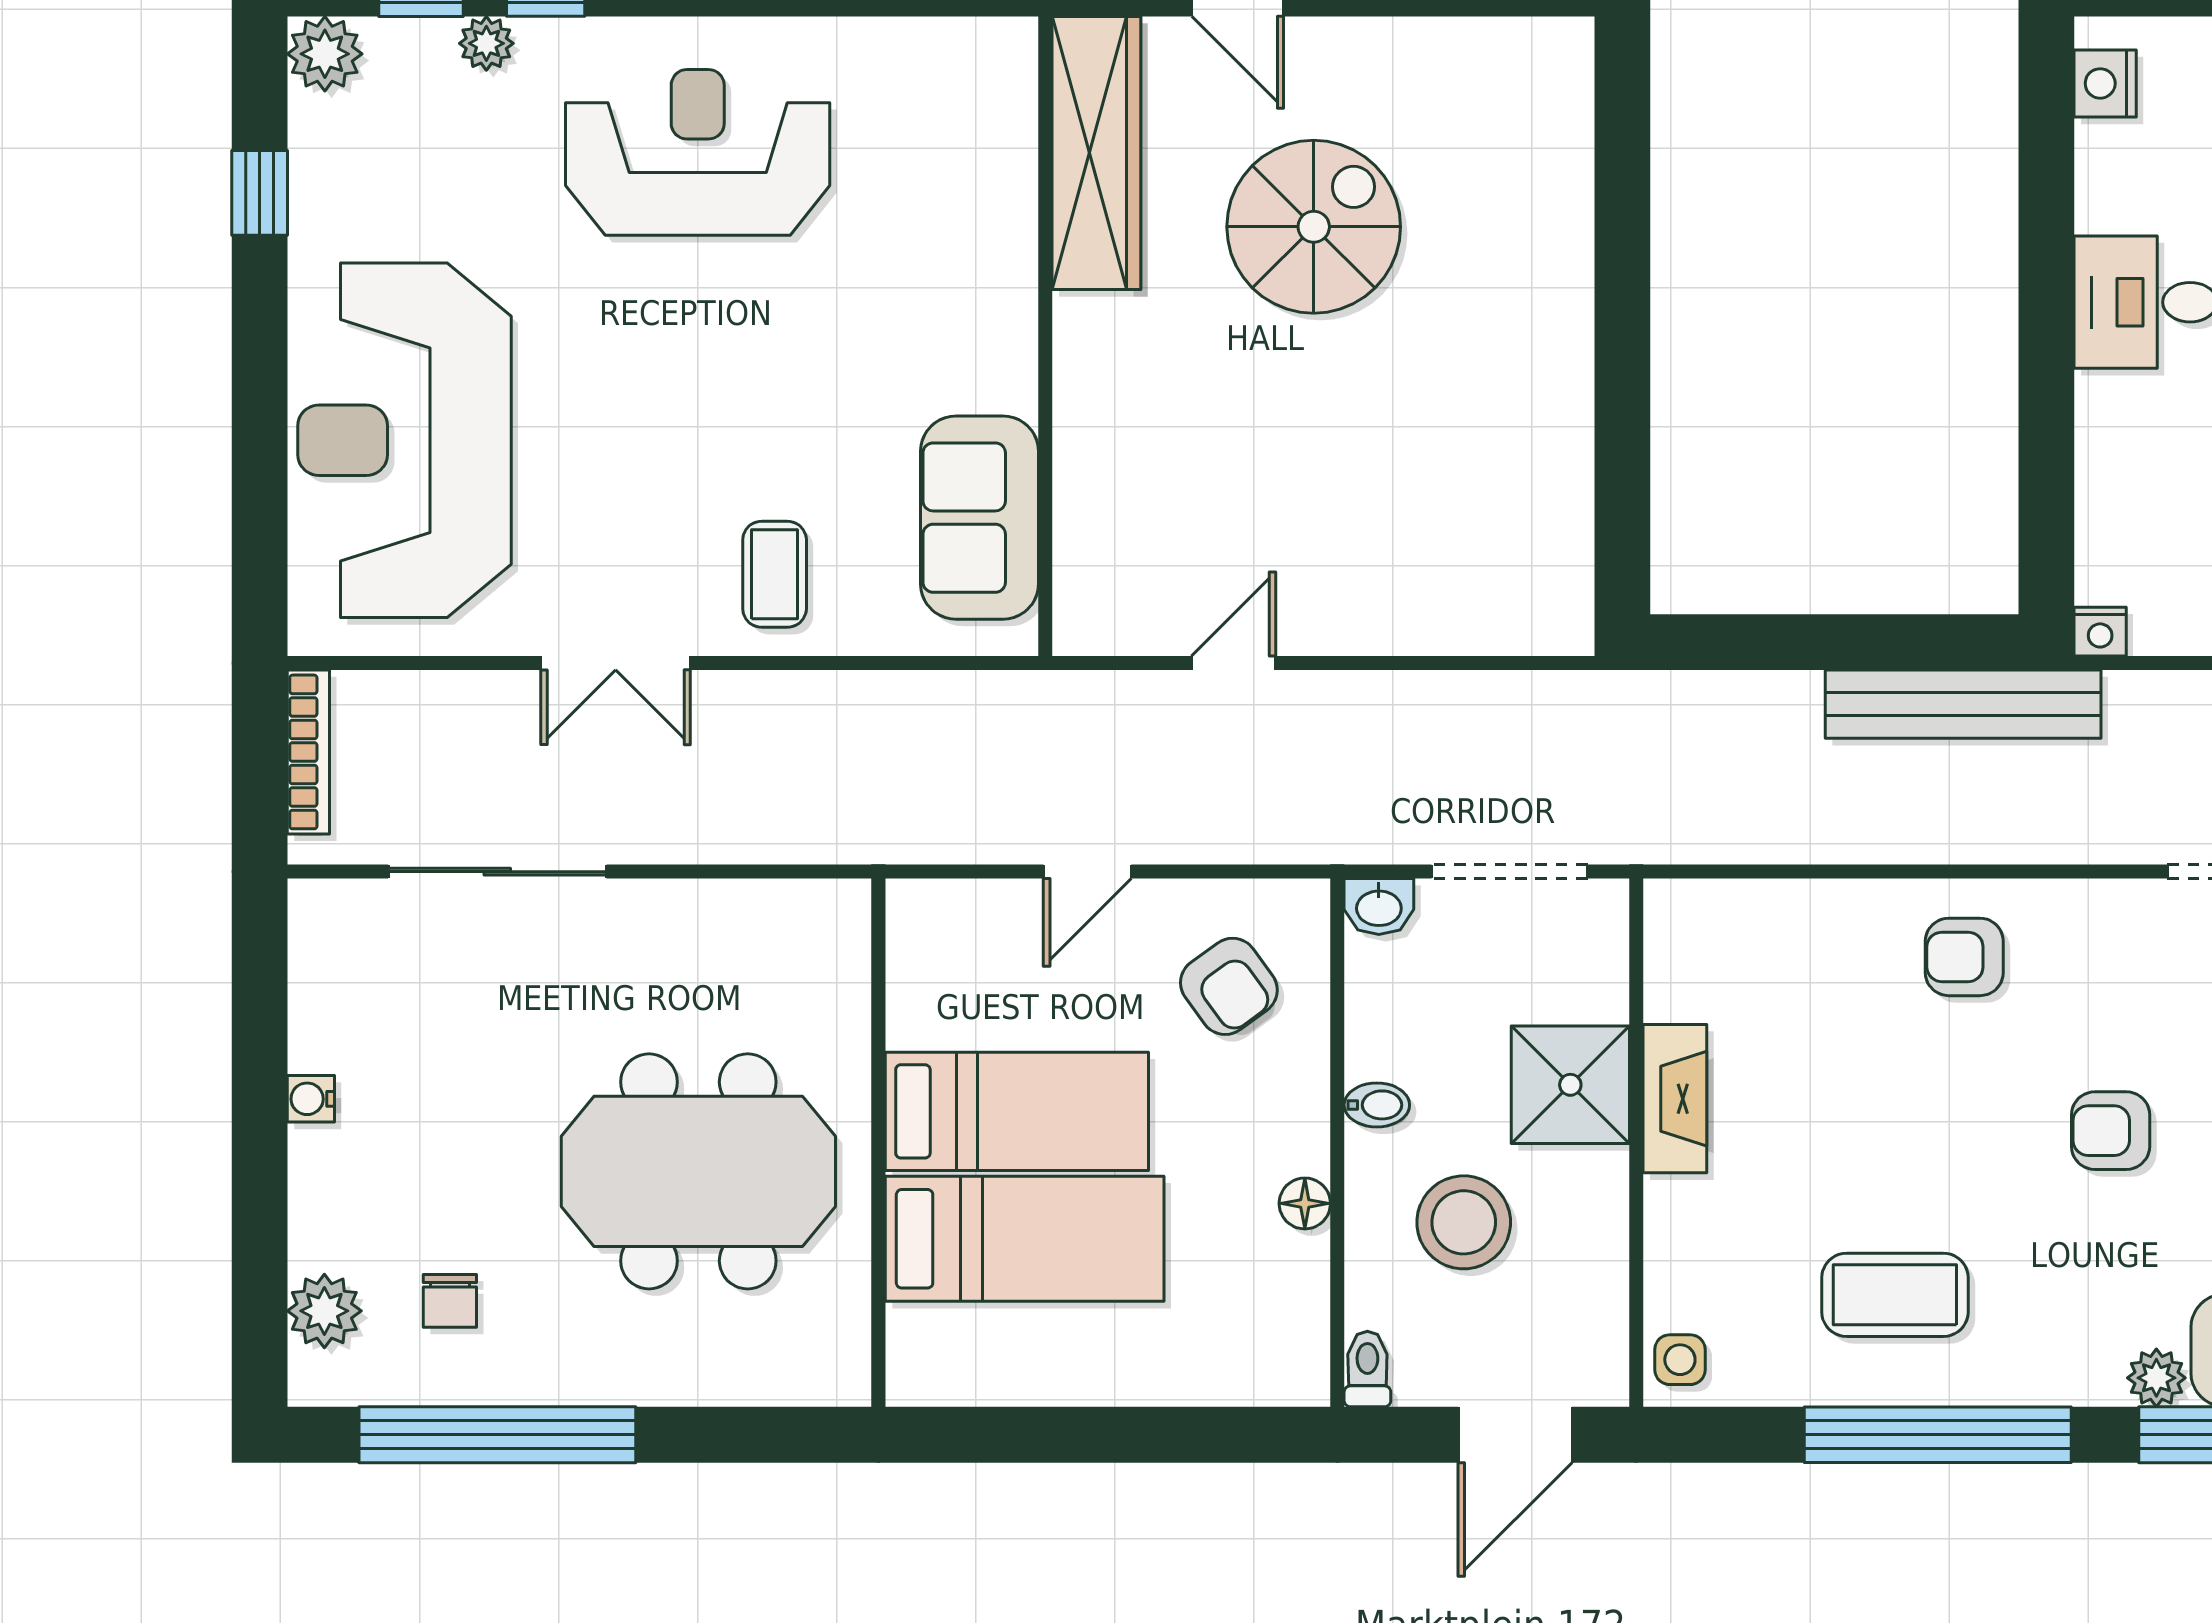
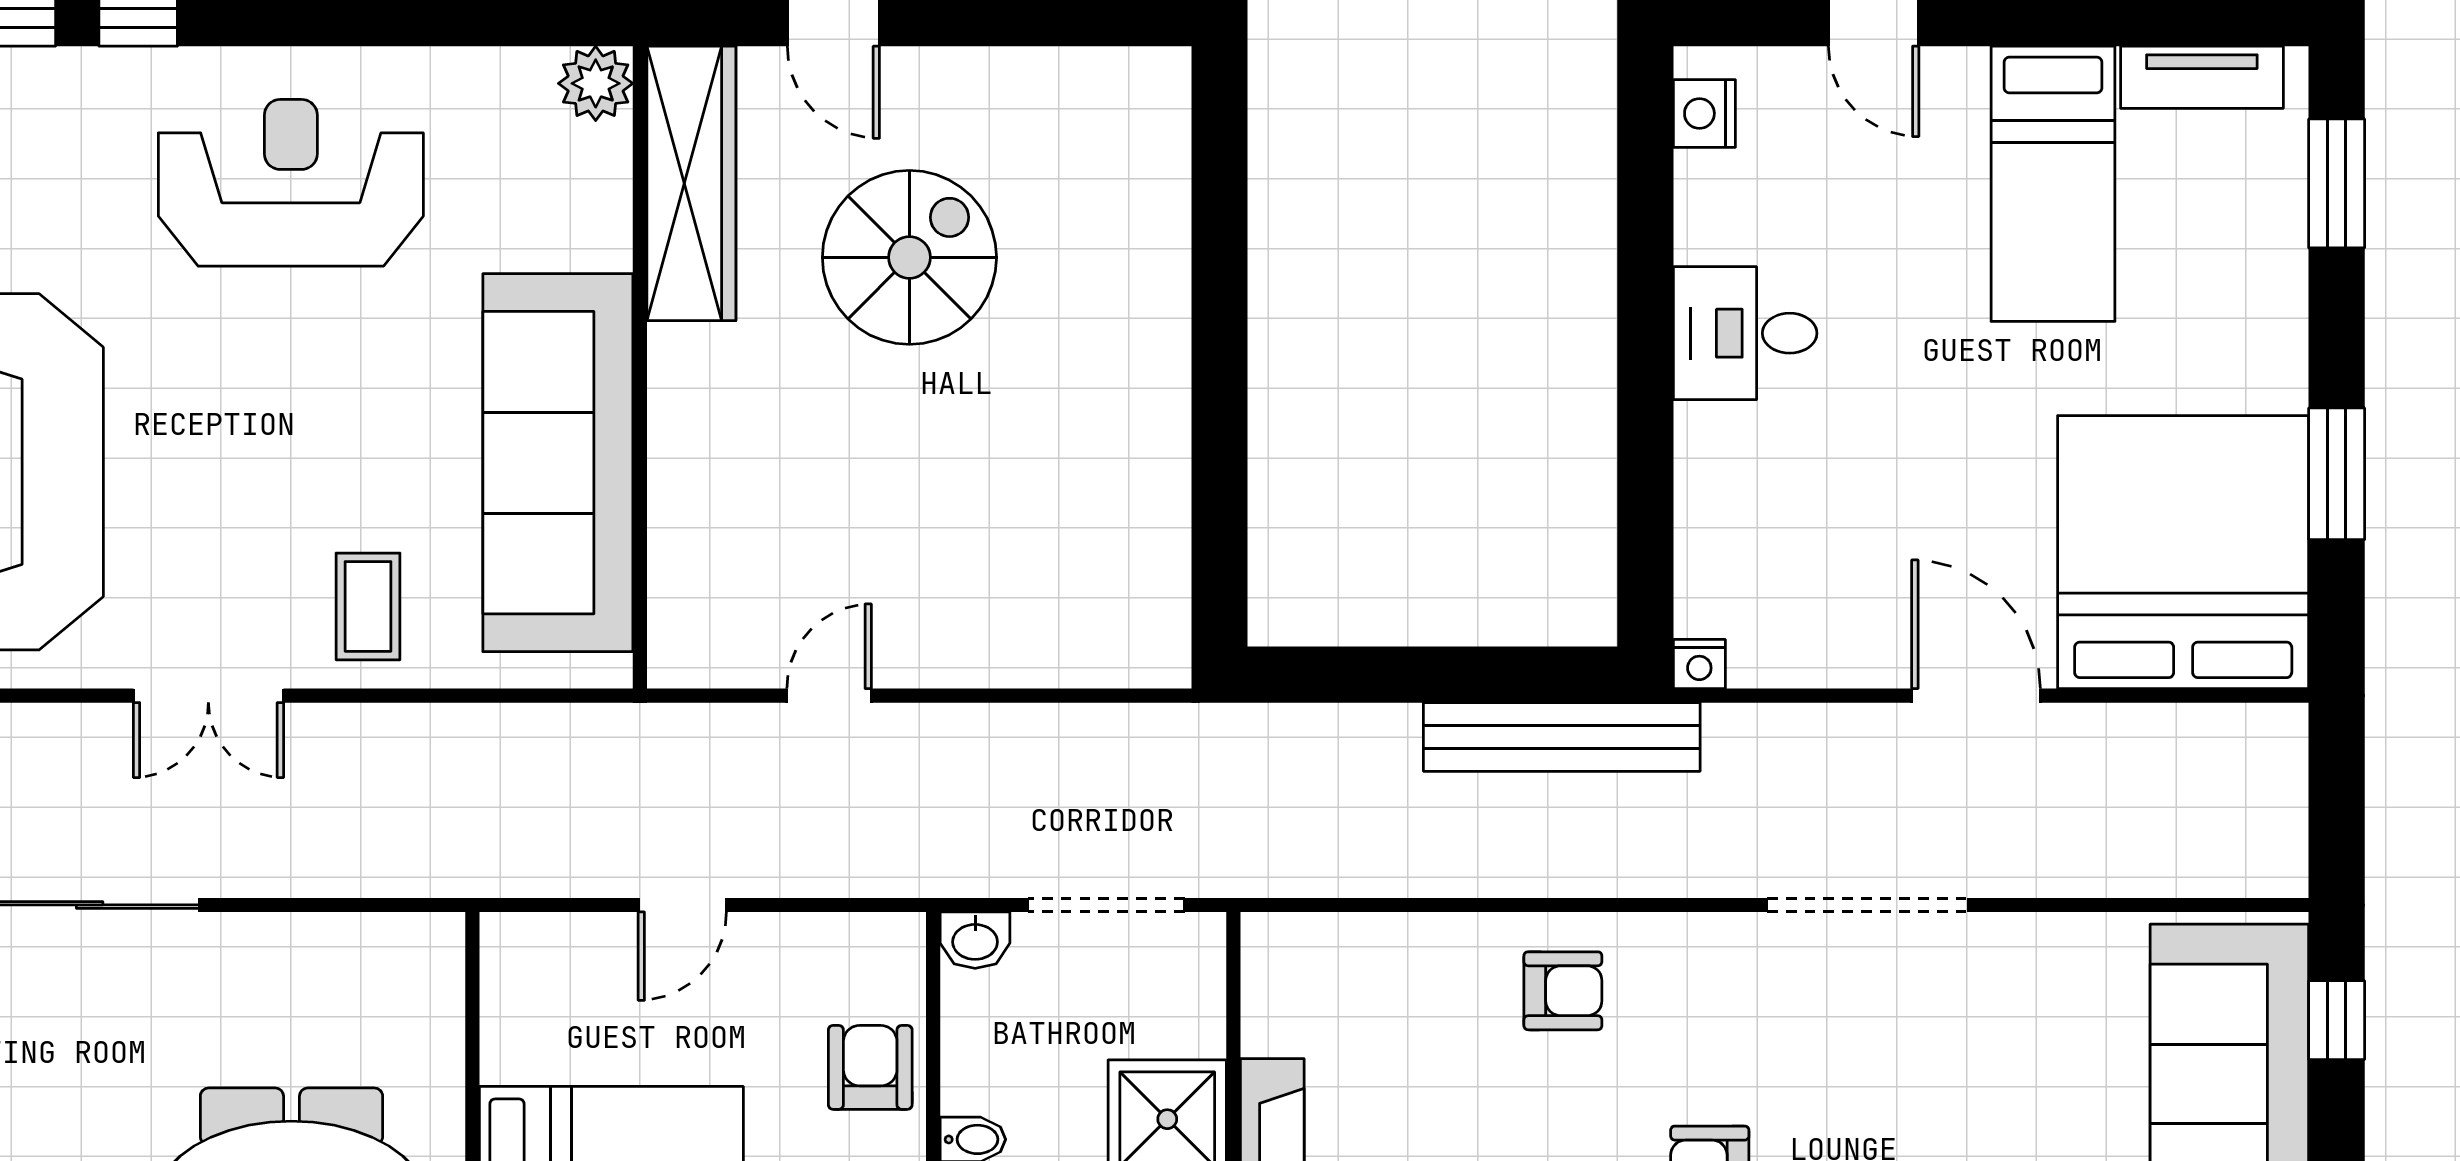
plant: (486, 43) -> (596, 83), moved, width x1.38, depth x1.38
sofa: (979, 518) -> (558, 463), width x1.85, depth x1.27
armchair: (1964, 957) -> (1563, 991), turned 180
armchair: (1229, 986) -> (870, 1067), moved, turned -144

